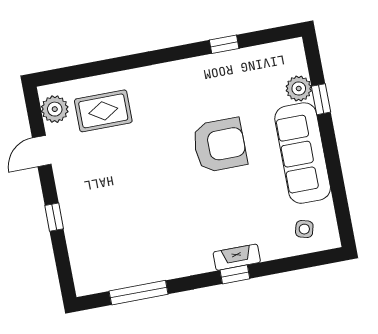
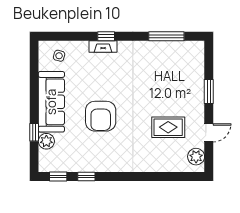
window: (269, 36) -> (58, 176), added
rug: (103, 111) -> (168, 127), moved
armchair: (220, 145) -> (101, 116), turned -90
window: (54, 217) -> (209, 92), width x1.50

